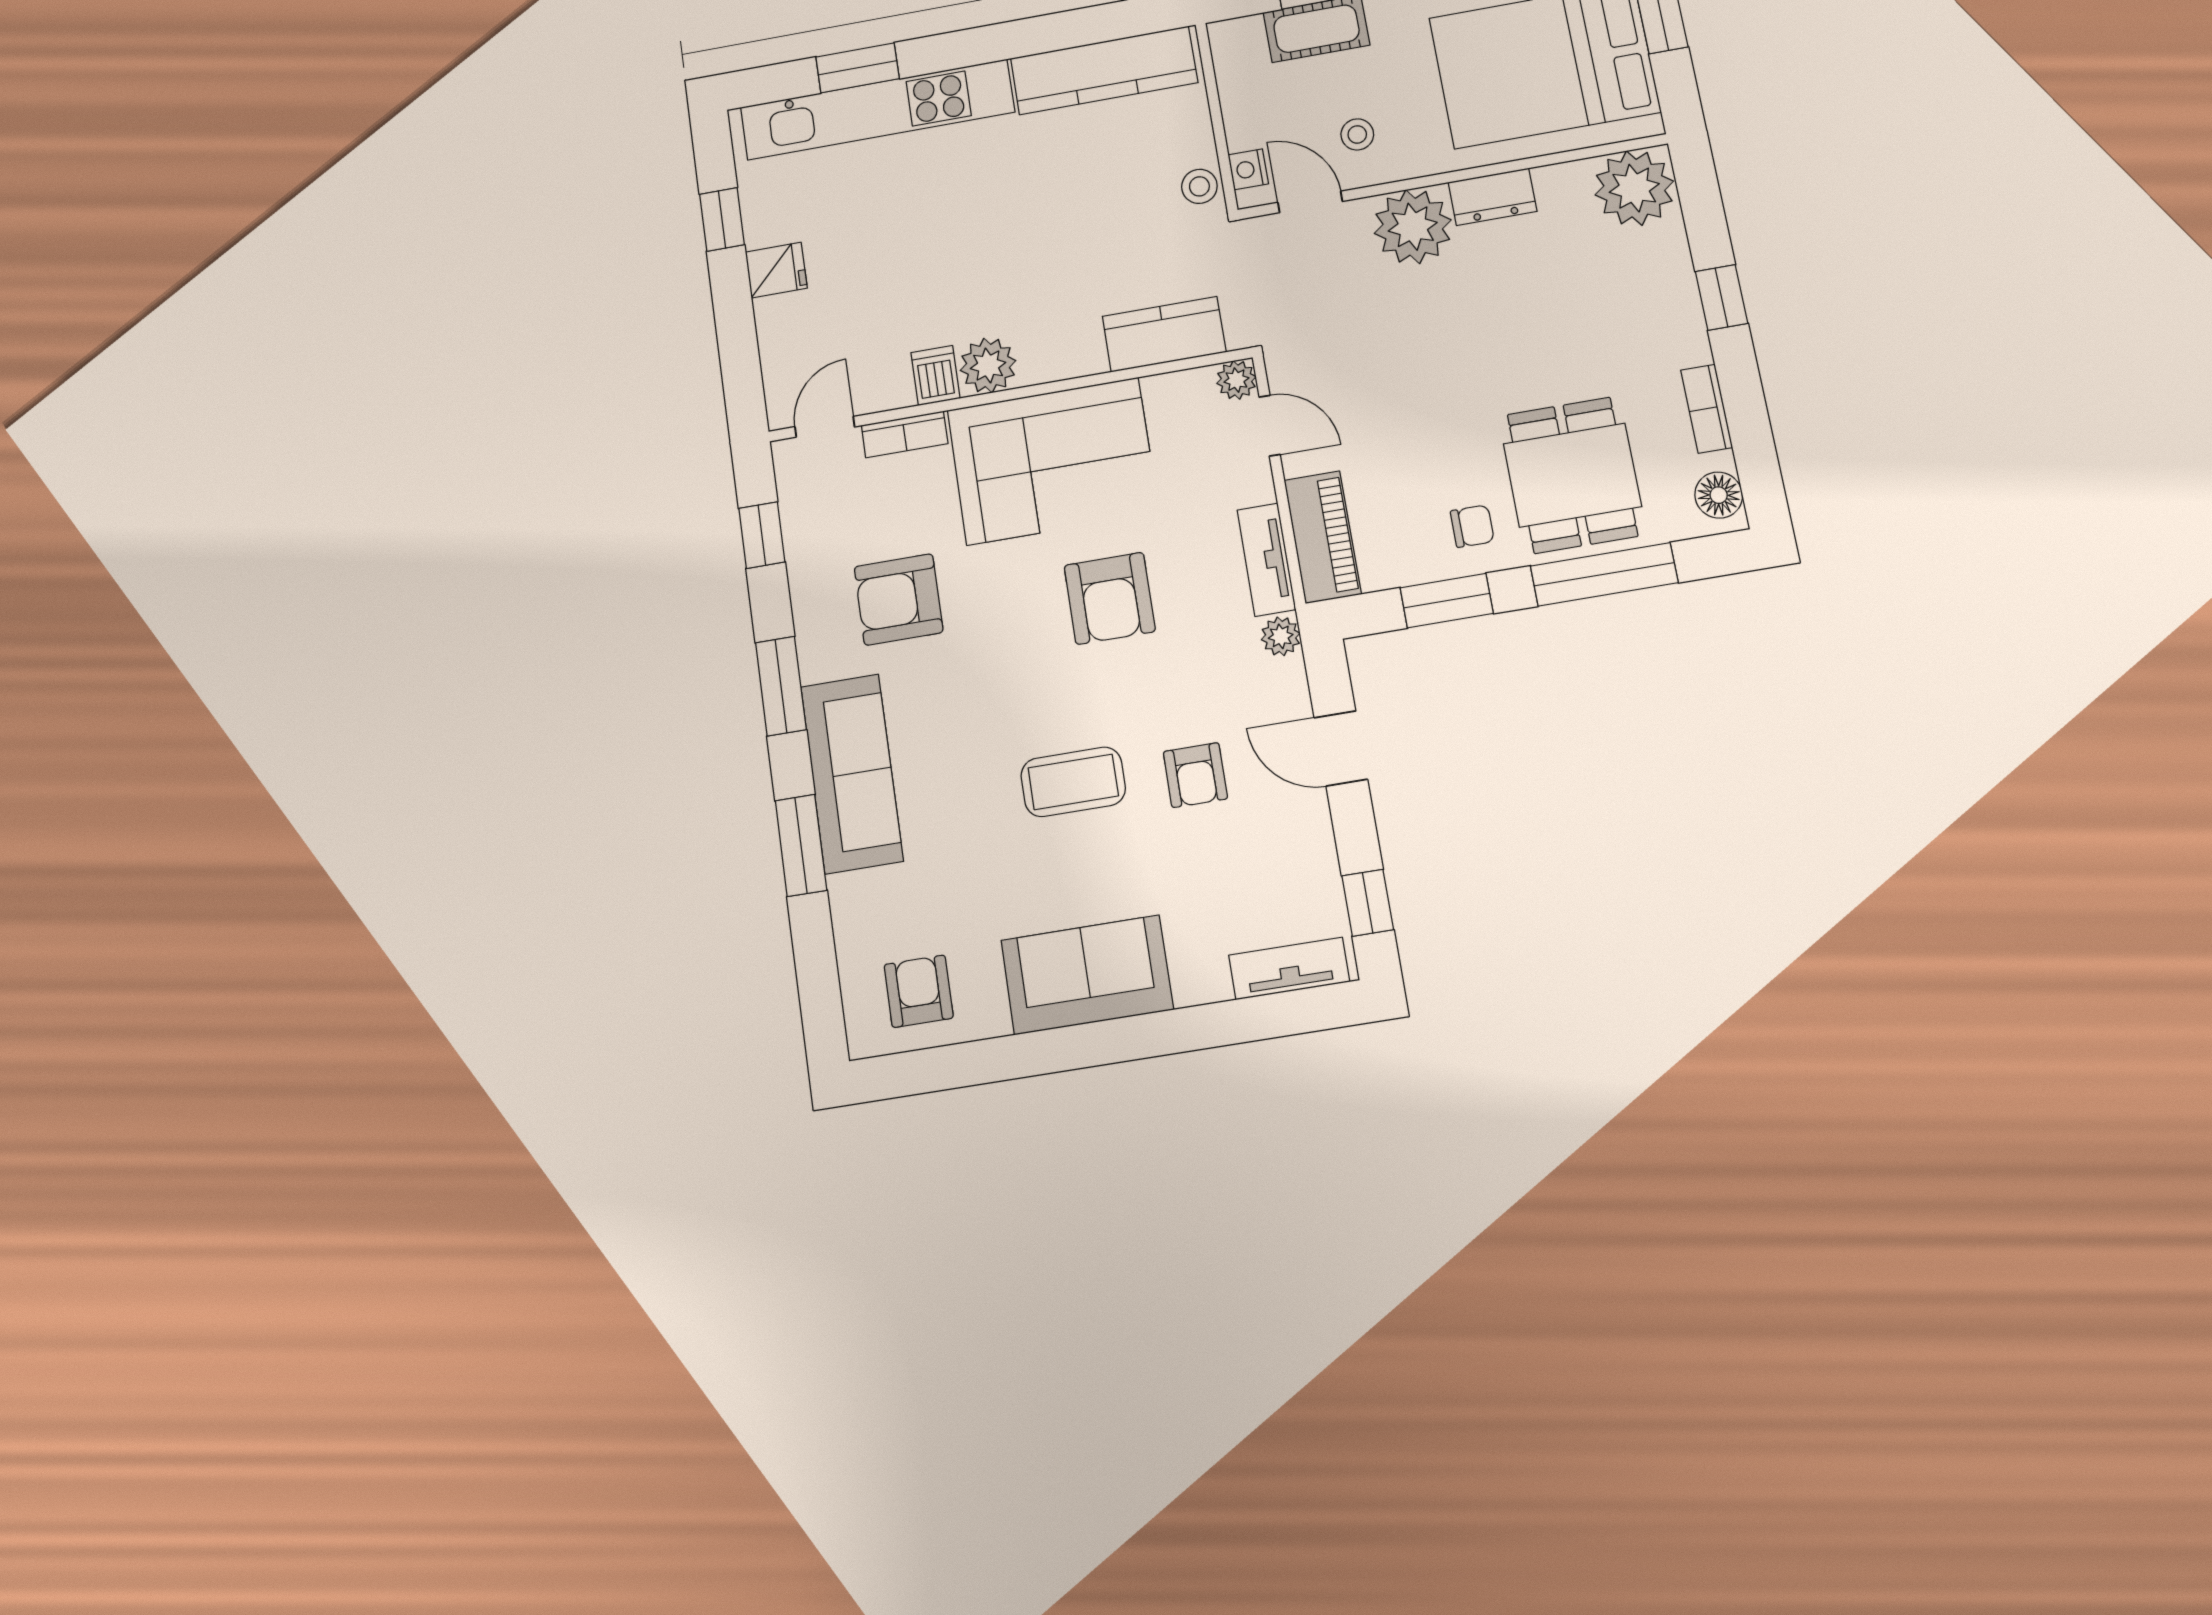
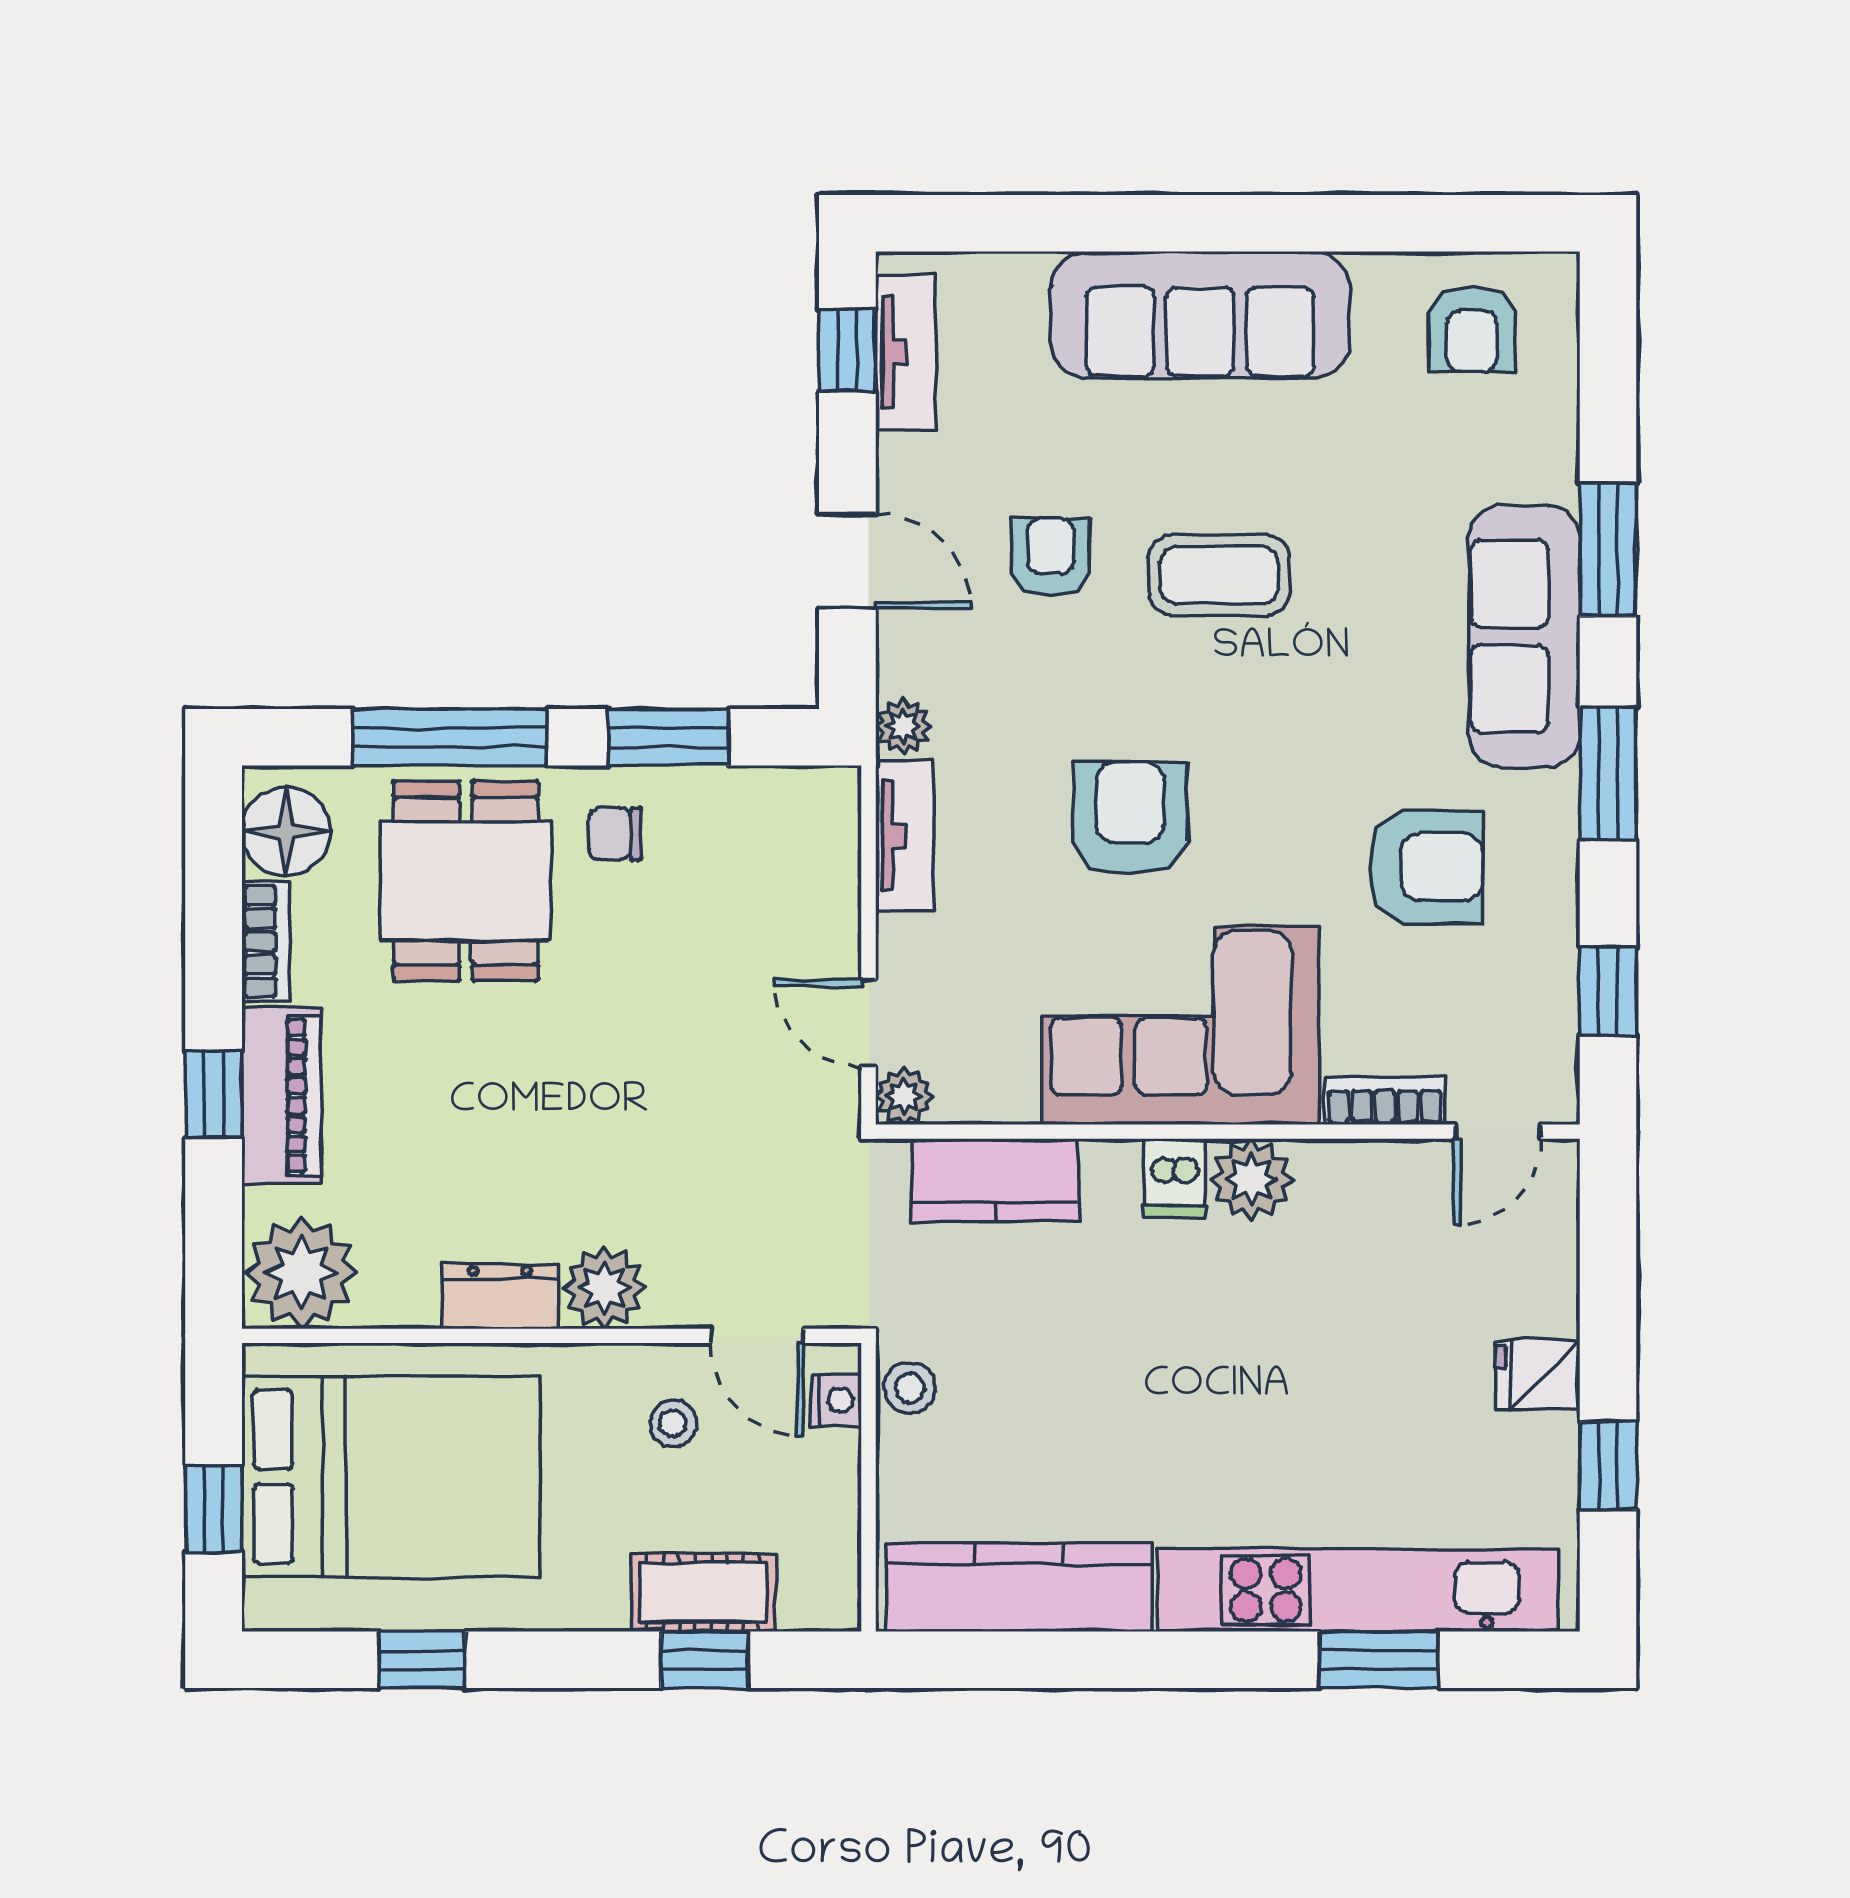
plant: (1413, 227) -> (604, 1288), width x0.73, depth x0.73
dishwasher: (935, 376) -> (1174, 1178), moved
floor lamp: (1719, 495) -> (286, 831), width x1.38, depth x1.38
piano: (1323, 537) -> (281, 1096), moved, turned 180
tv unit: (1289, 968) -> (905, 352), moved, turned -90
sofa: (1087, 975) -> (1200, 315), width x1.36

